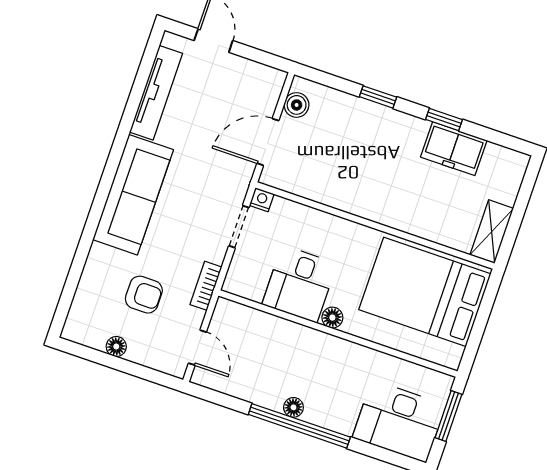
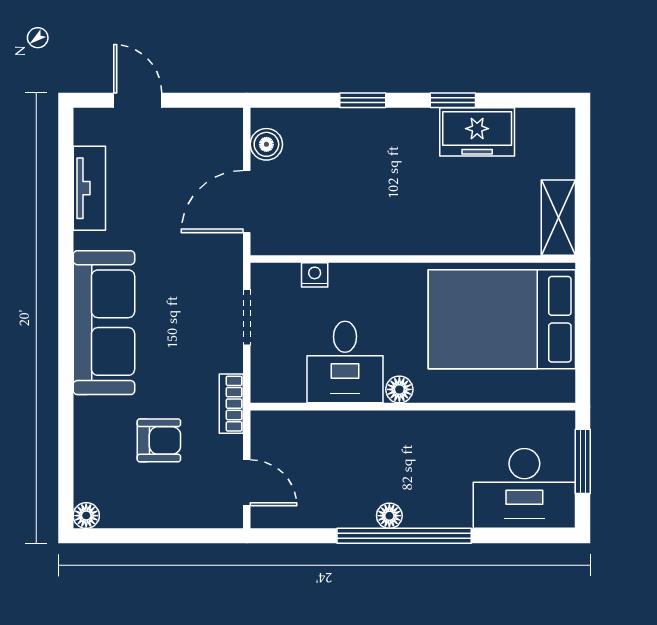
tv unit: (156, 93) -> (89, 188), width x0.71
nightstand: (262, 200) -> (315, 275), moved
floor lamp: (116, 347) -> (86, 516), moved

